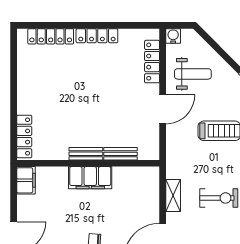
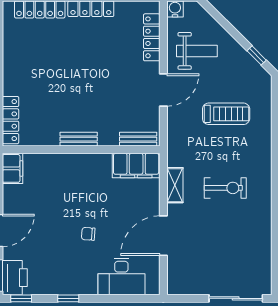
bench: (121, 154) -> (138, 139), moved
filing cabinet: (90, 178) -> (136, 165), moved

